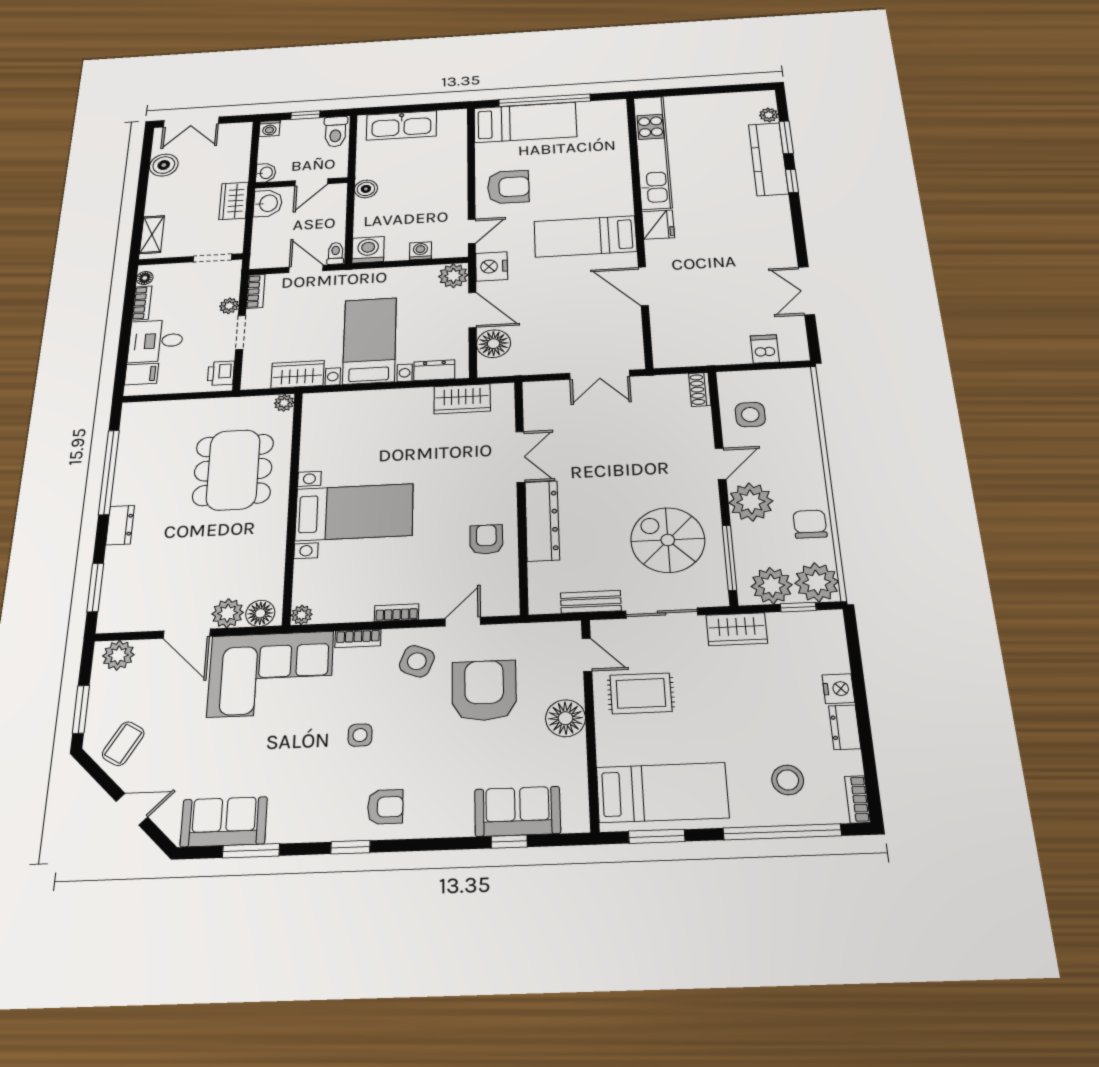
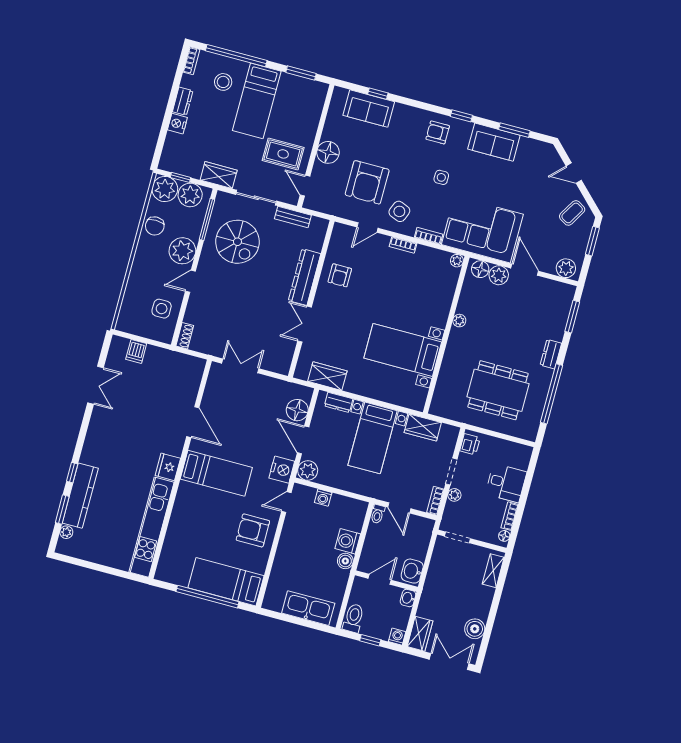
wardrobe: (234, 201) -> (420, 634), moved
washing machine: (368, 250) -> (348, 541), moved, turned 90
filing cabinet: (141, 374) -> (519, 460), removed
plant: (284, 403) -> (459, 321), moved
dining table: (233, 470) -> (498, 390), moved, turned 90
bed with nightstands: (354, 512) -> (403, 350), moved
bed: (662, 792) -> (257, 101), moved, turned -90
sofa: (224, 822) -> (494, 142), moved

